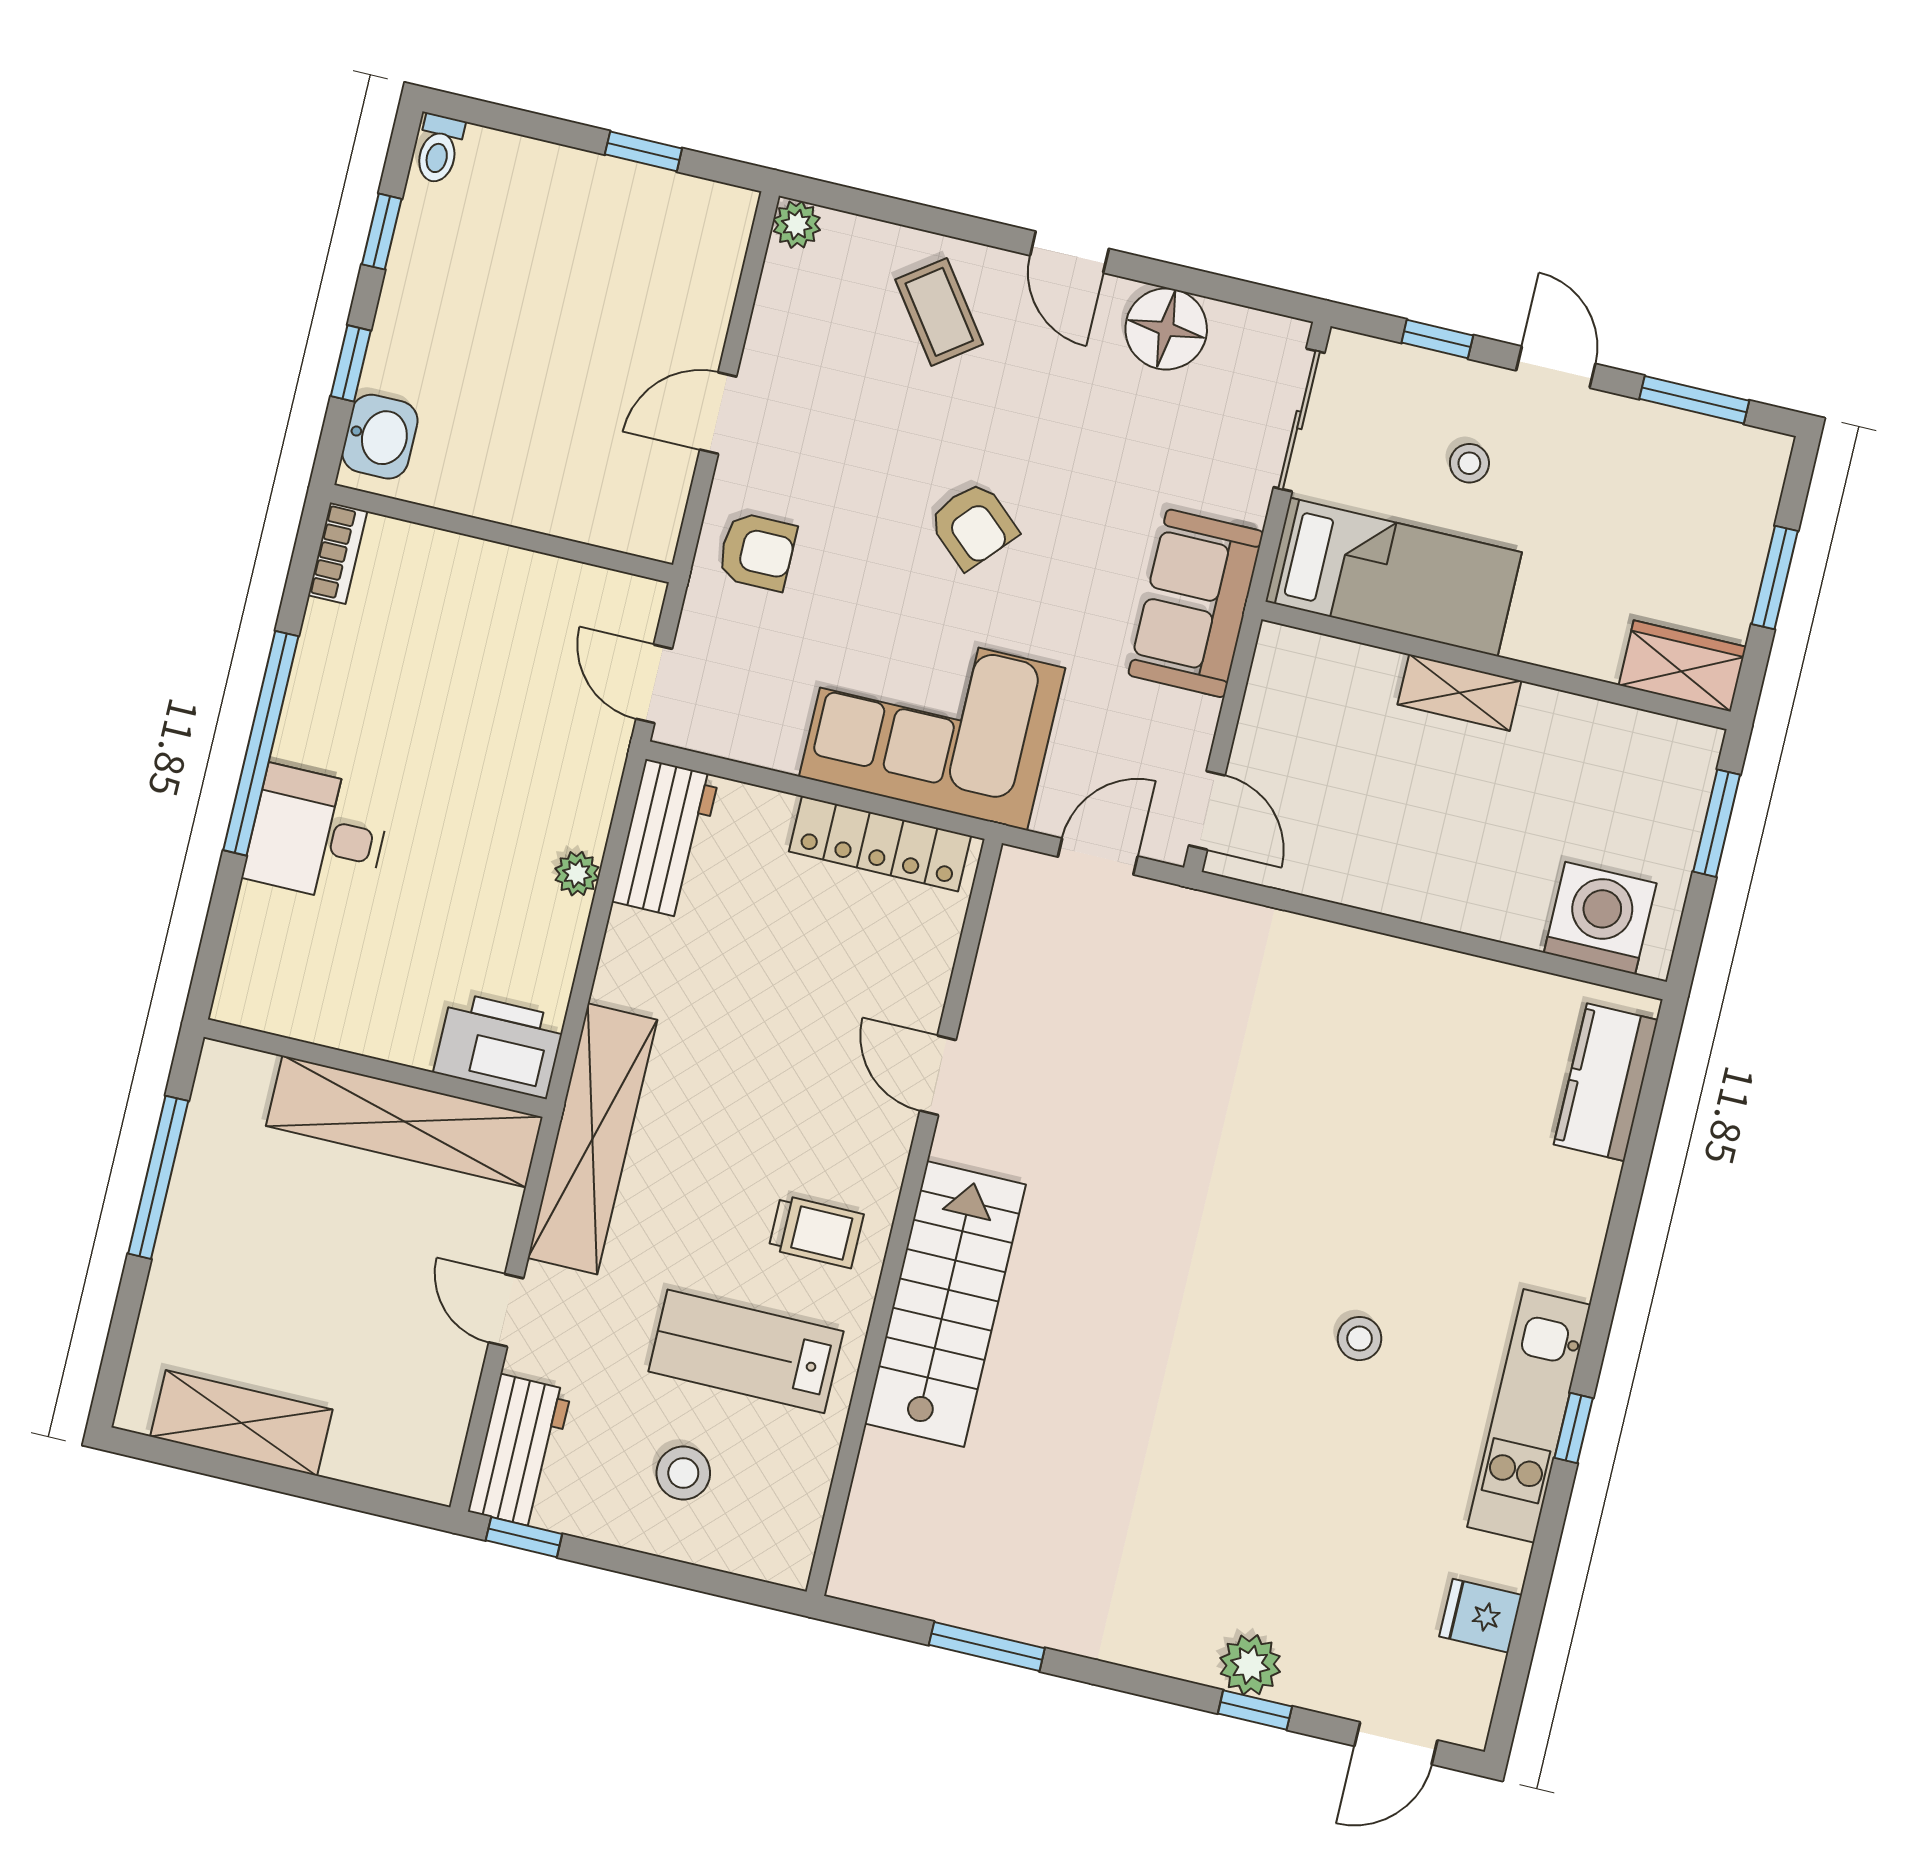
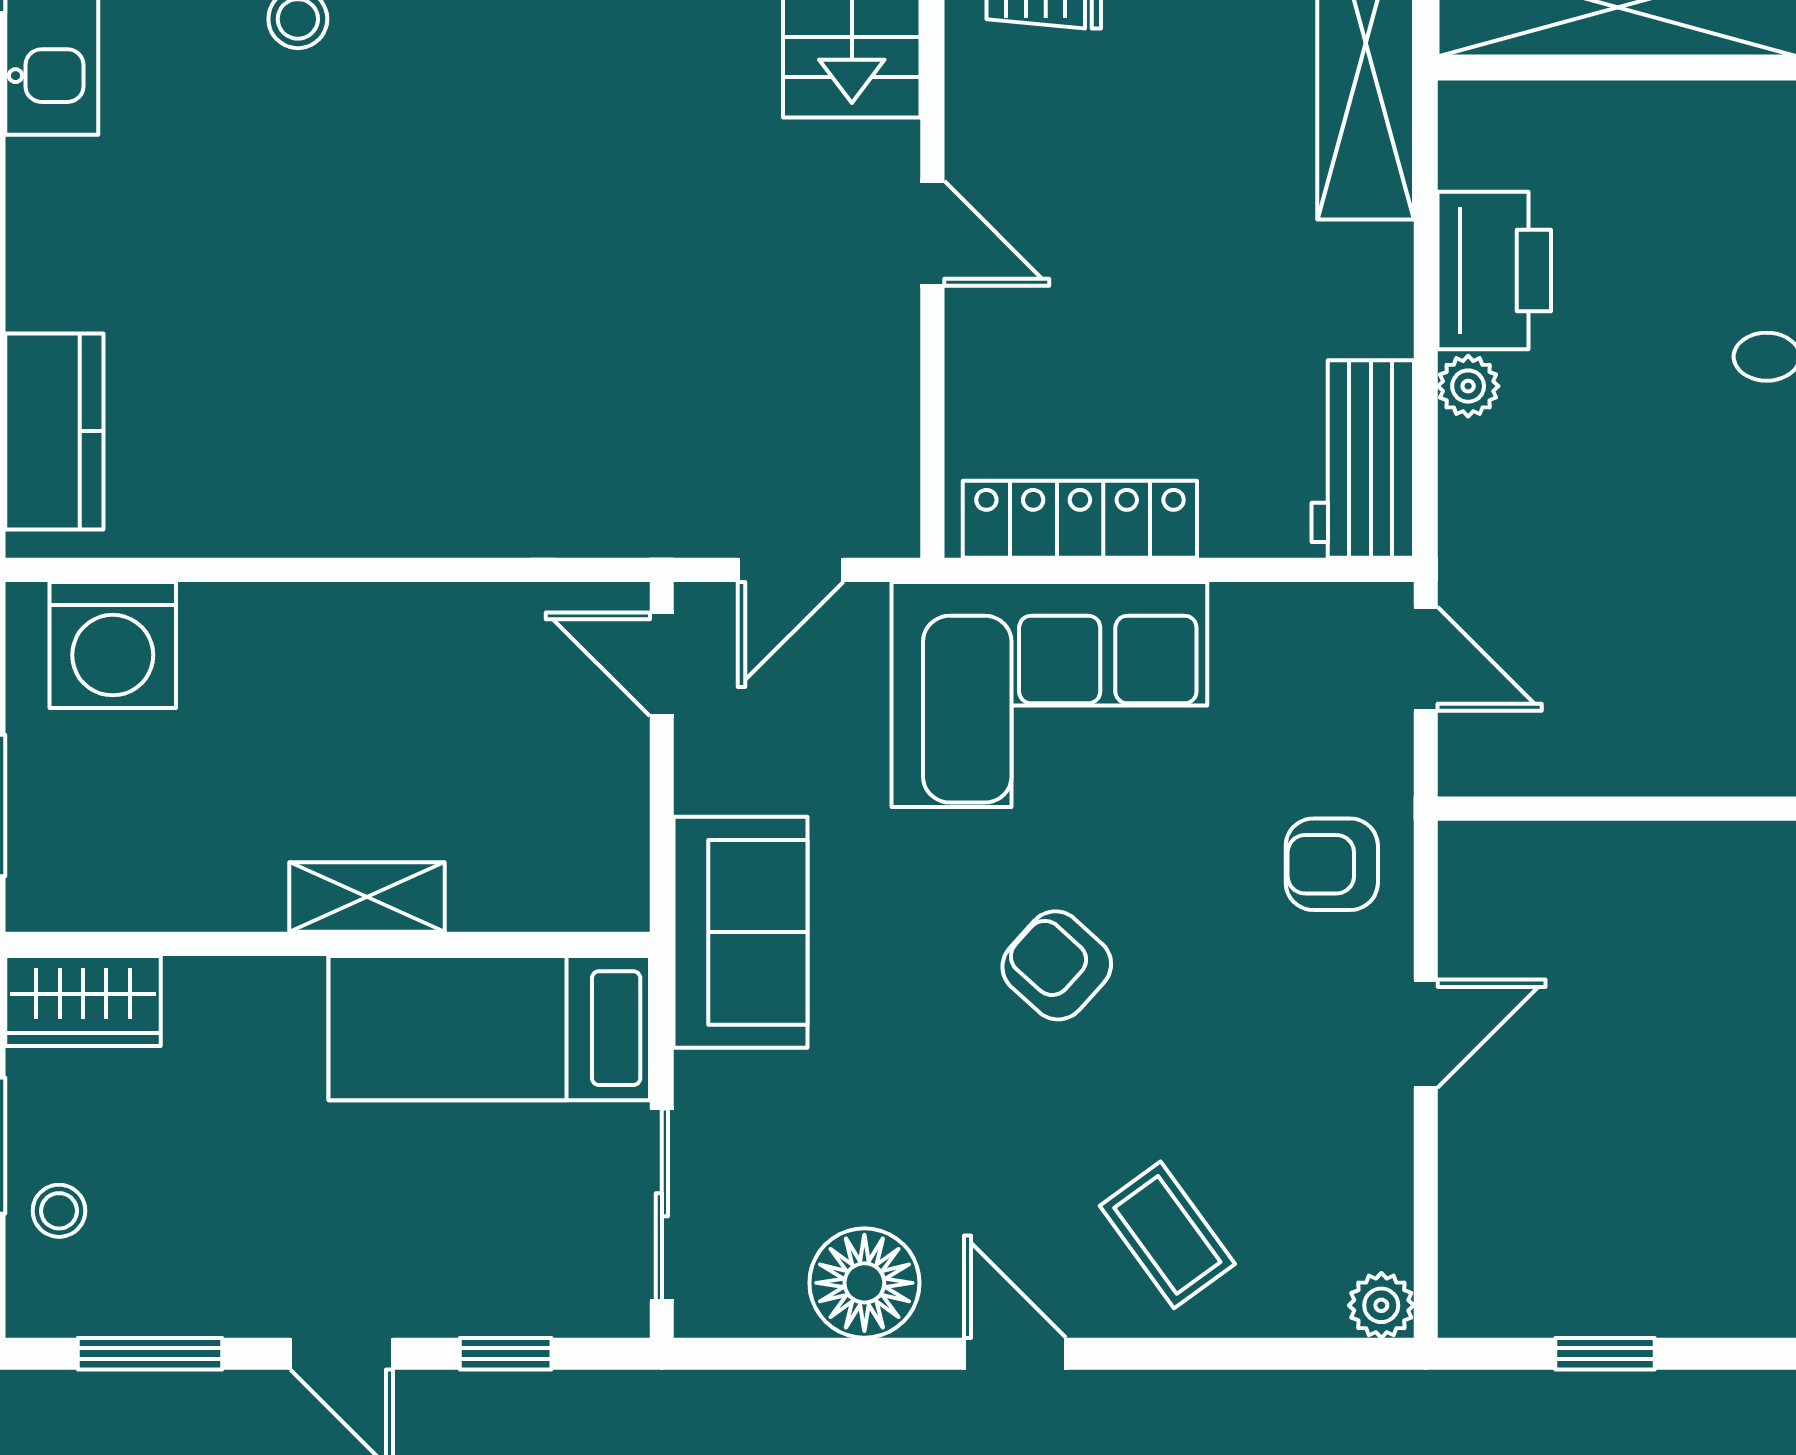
stool: (1469, 463) -> (59, 1211), moved
printer: (500, 1045) -> (1494, 271), moved, turned -90

